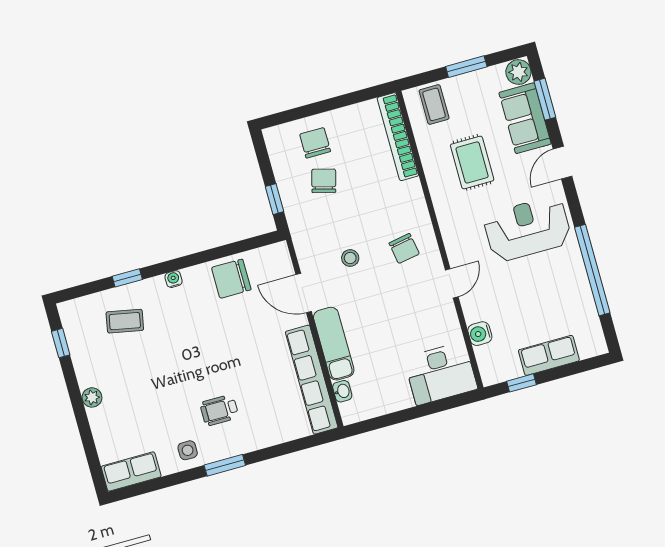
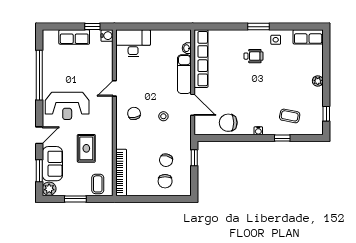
chair: (231, 279) -> (228, 123), turned 180
water cooler: (480, 334) -> (107, 36), moved

